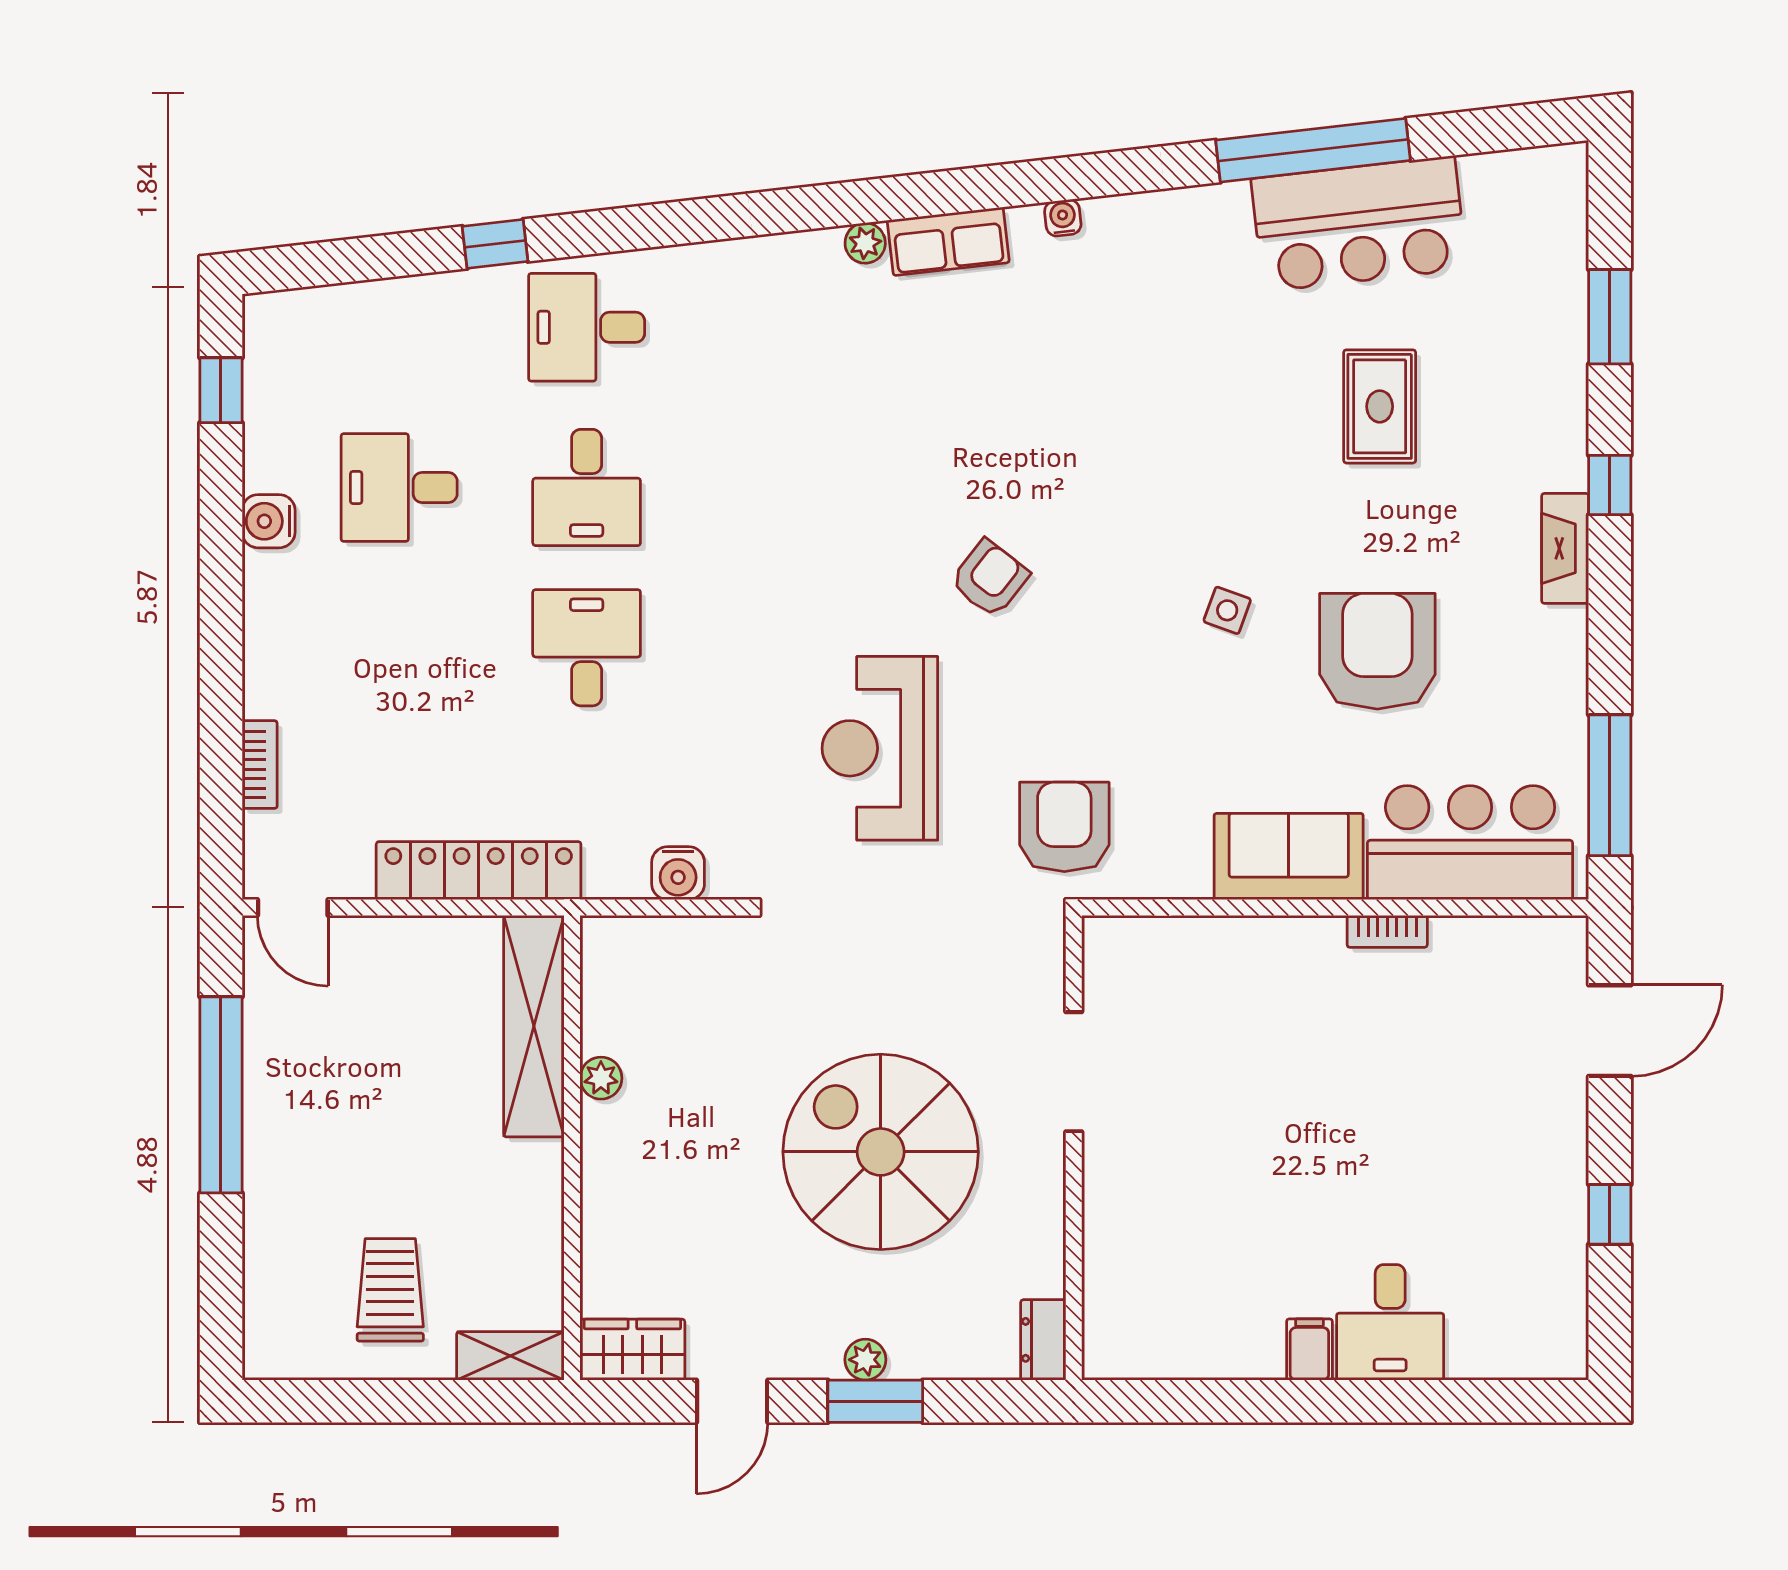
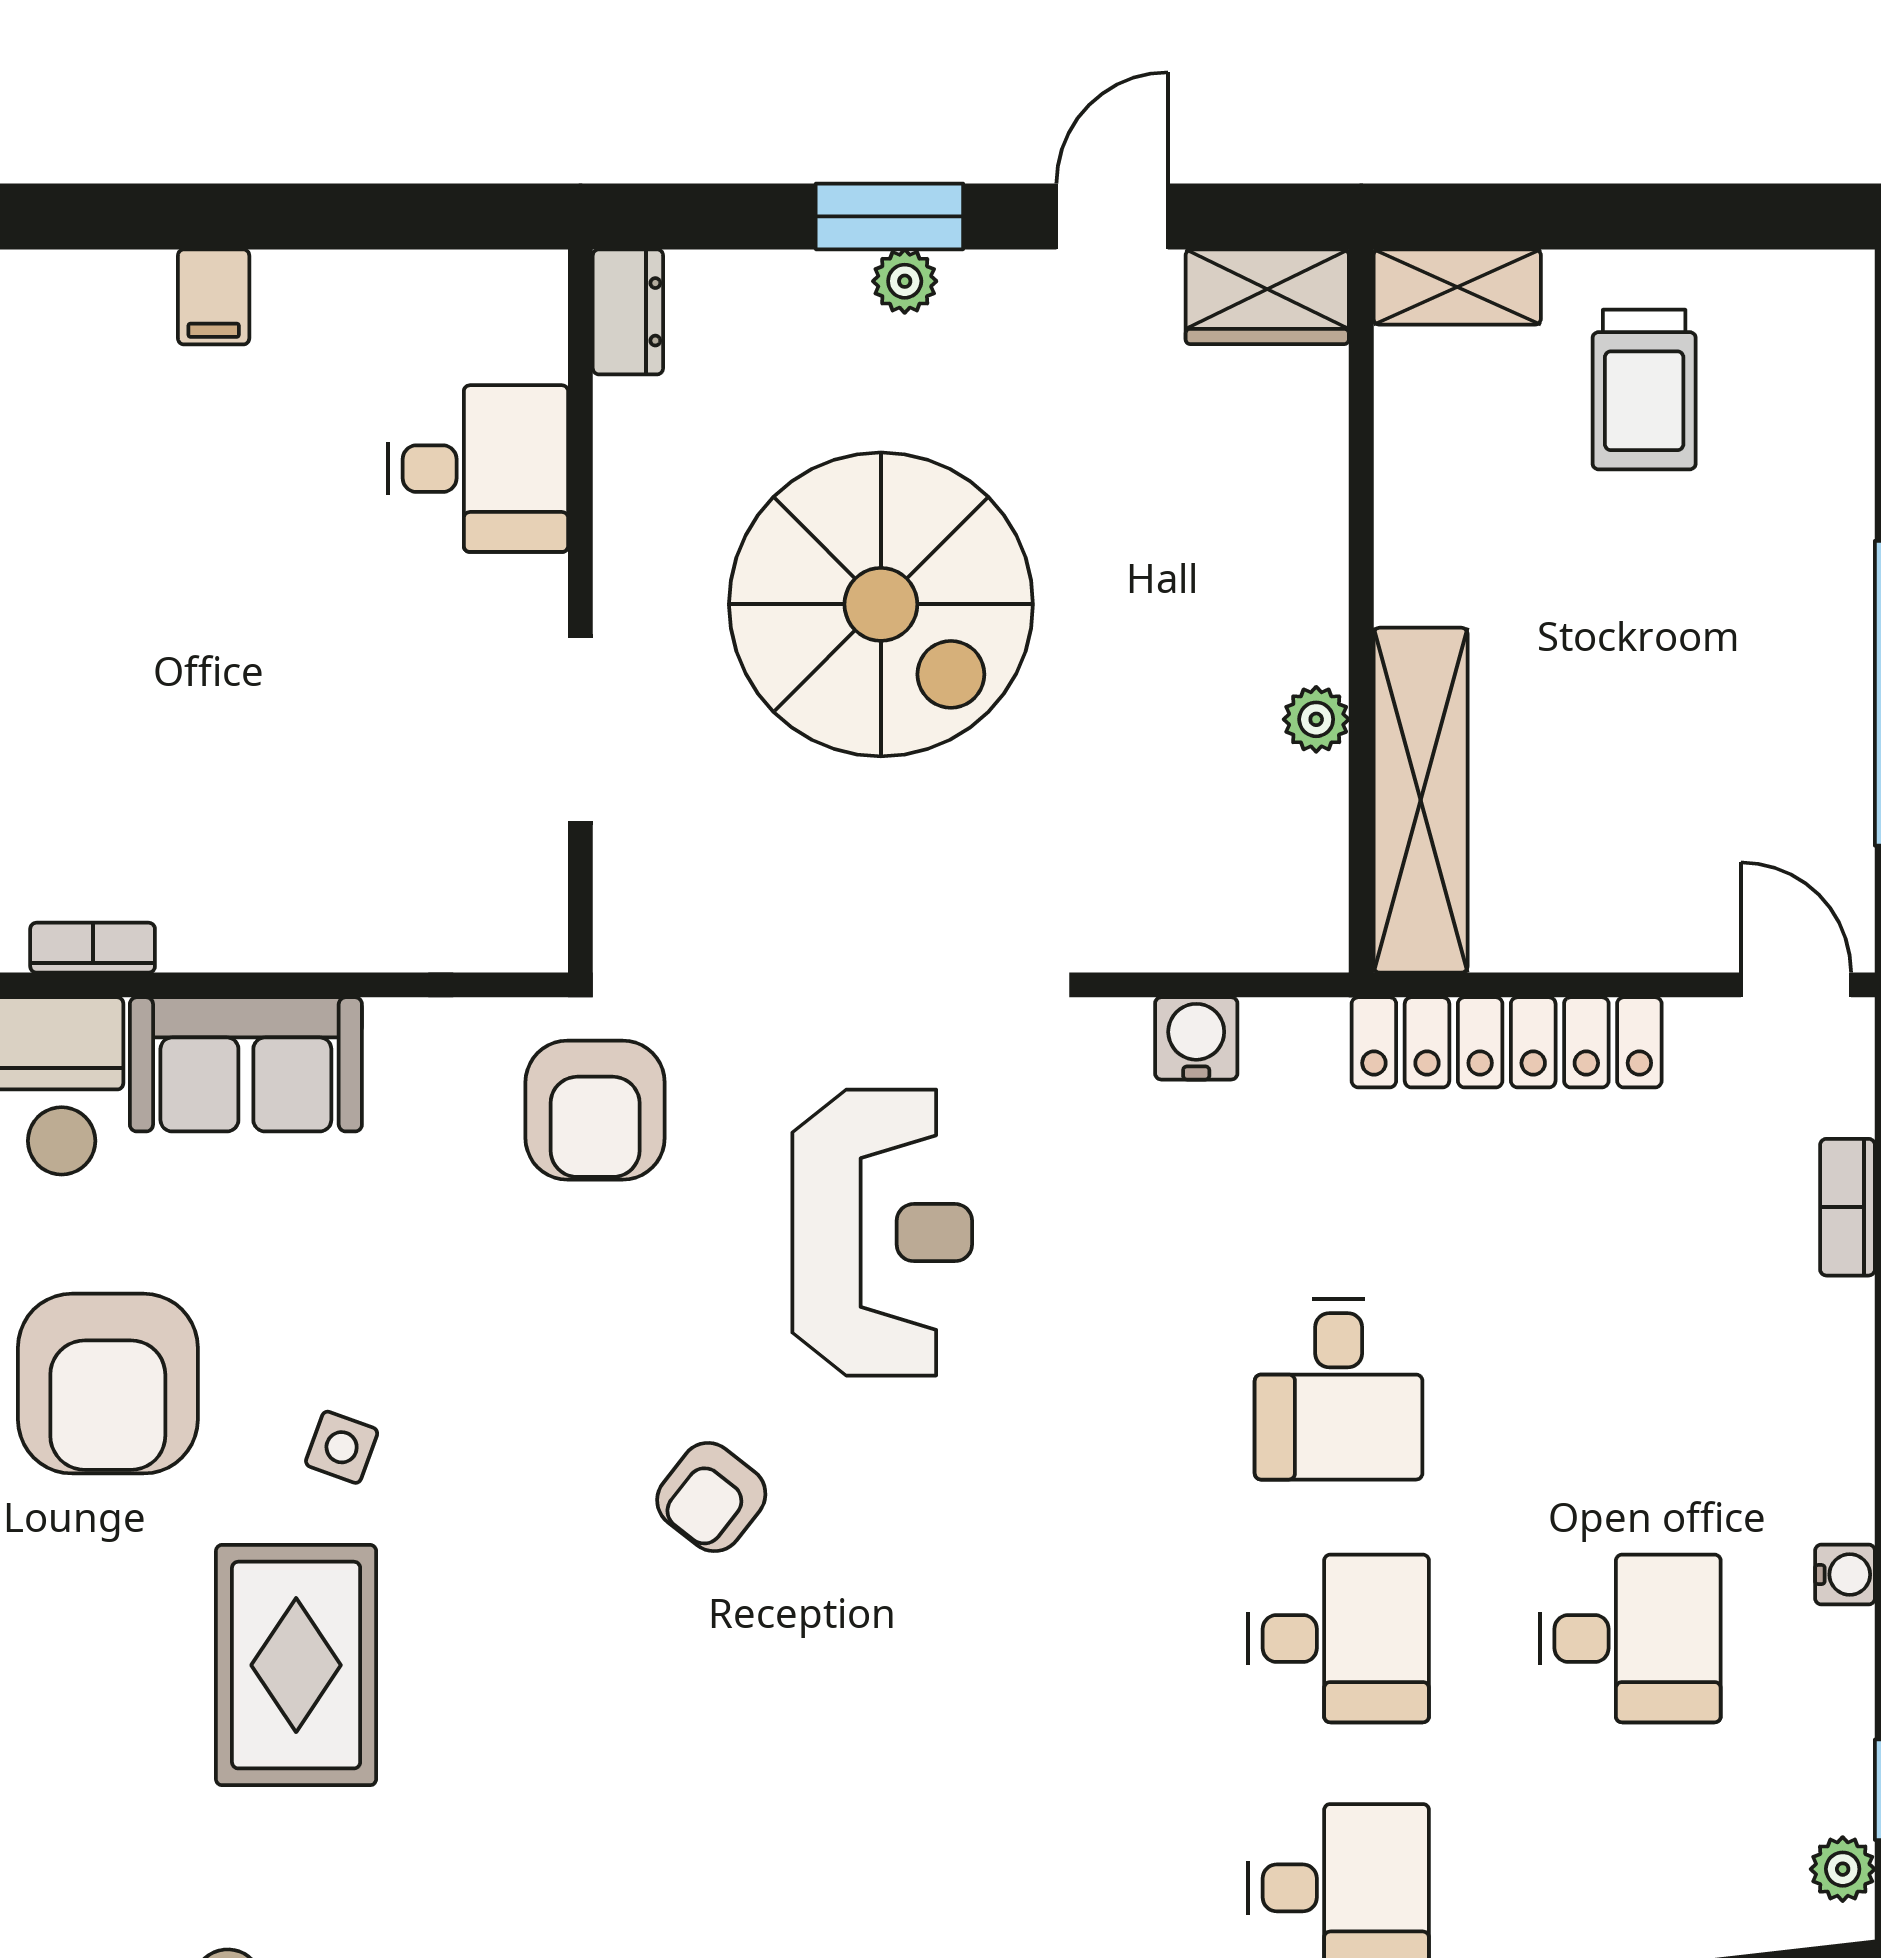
plant: (263, 339) -> (1843, 1869), added
rug: (1380, 406) -> (296, 1665), moved, width x1.36, depth x1.43
desk: (587, 487) -> (1339, 1638), turned 90
water cooler: (269, 521) -> (1845, 1575), width x0.72, depth x0.72
desk: (1390, 1322) -> (478, 469), moved, turned 90

